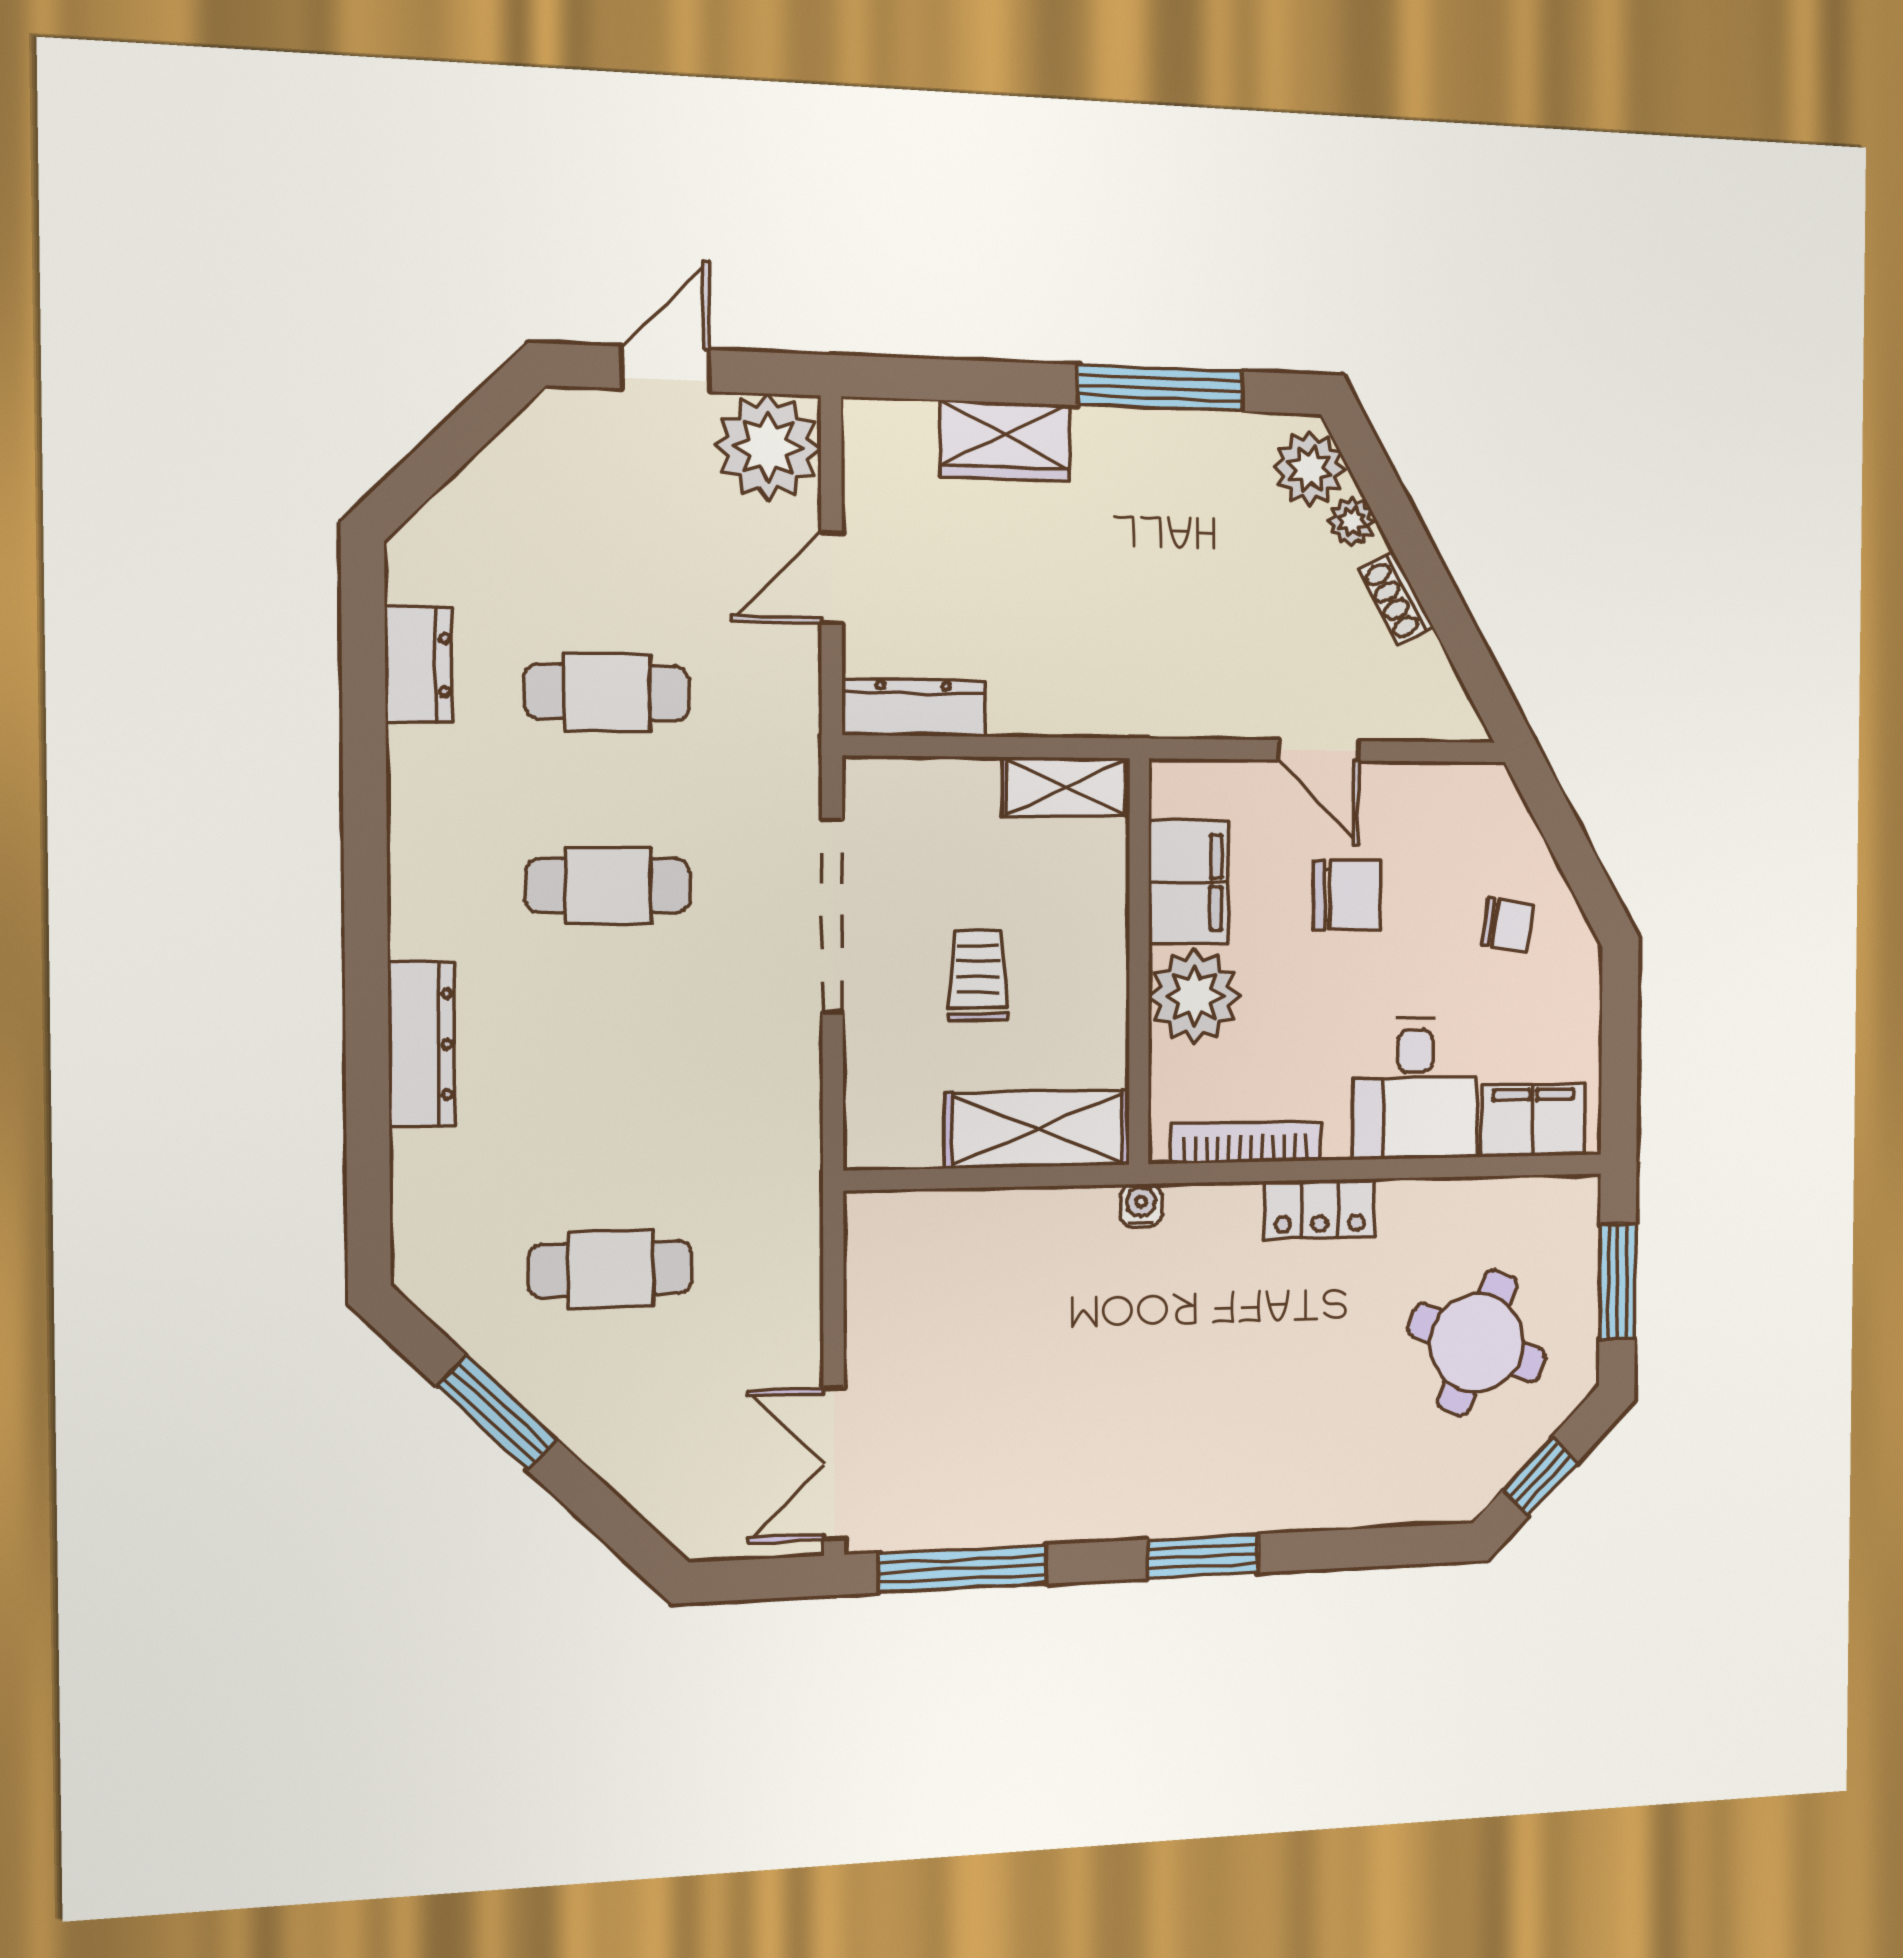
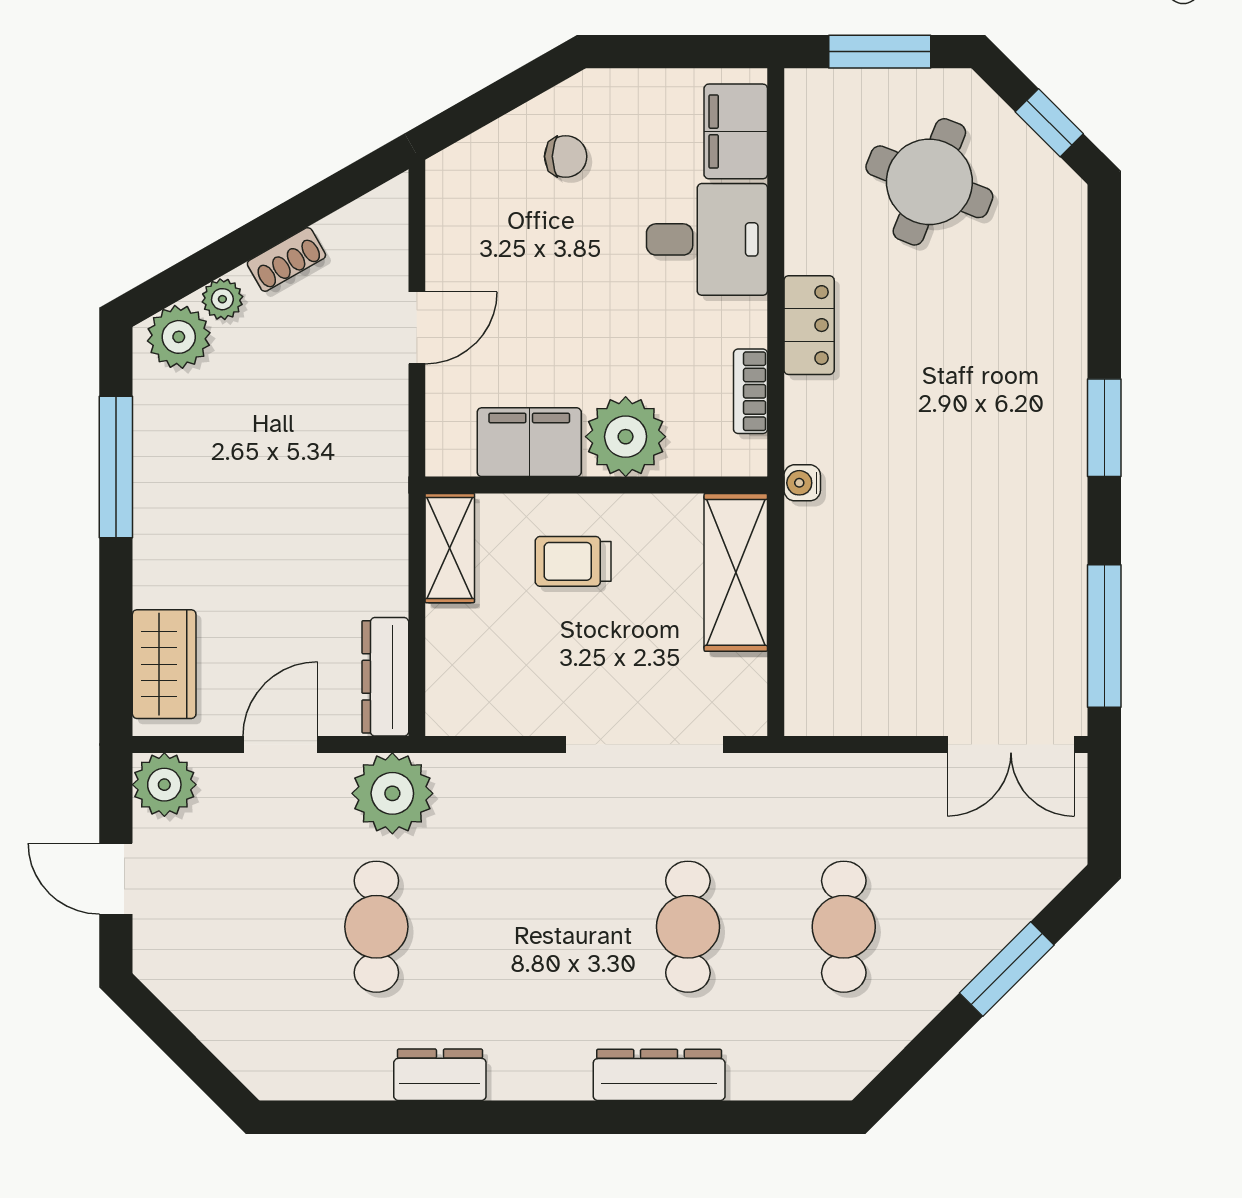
wardrobe: (1005, 441) -> (164, 664), moved
plant: (768, 447) -> (164, 785), width x0.73, depth x0.73
door: (832, 578) -> (280, 745), swing flipped
dresser: (419, 665) -> (440, 1075), moved
plant: (772, 714) -> (392, 793), added
cafe table: (608, 886) -> (688, 927), moved
chair: (1347, 895) -> (540, 302), removed
doorway: (832, 916) -> (645, 745), moved
chair: (1507, 925) -> (566, 156), turned 81
trolley: (978, 975) -> (573, 561), moved
bookcase: (1246, 1142) -> (751, 391), width x0.64
window: (497, 1413) -> (1007, 969), moved

